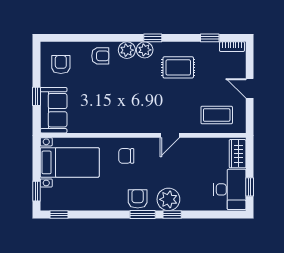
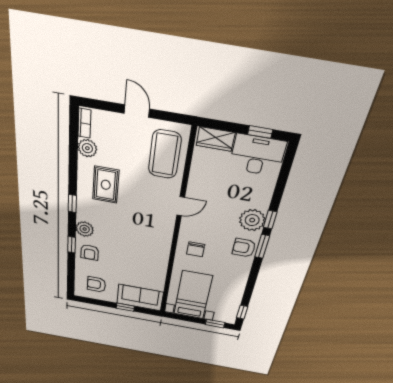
window: (210, 38) -> (72, 245), moved
plant: (145, 50) -> (87, 148), moved
armchair: (100, 56) -> (90, 252), turned 180
door: (250, 88) -> (137, 111), swing flipped
coffee table: (217, 115) -> (165, 154), width x1.36, depth x1.32
door: (170, 135) -> (181, 206), hinge flipped

